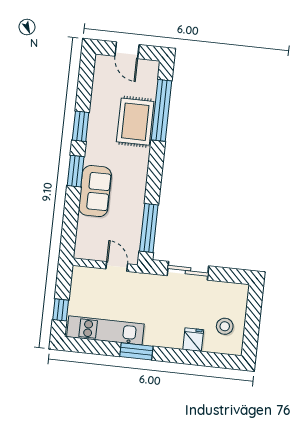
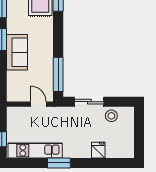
stool: (225, 326) -> (111, 116), moved

